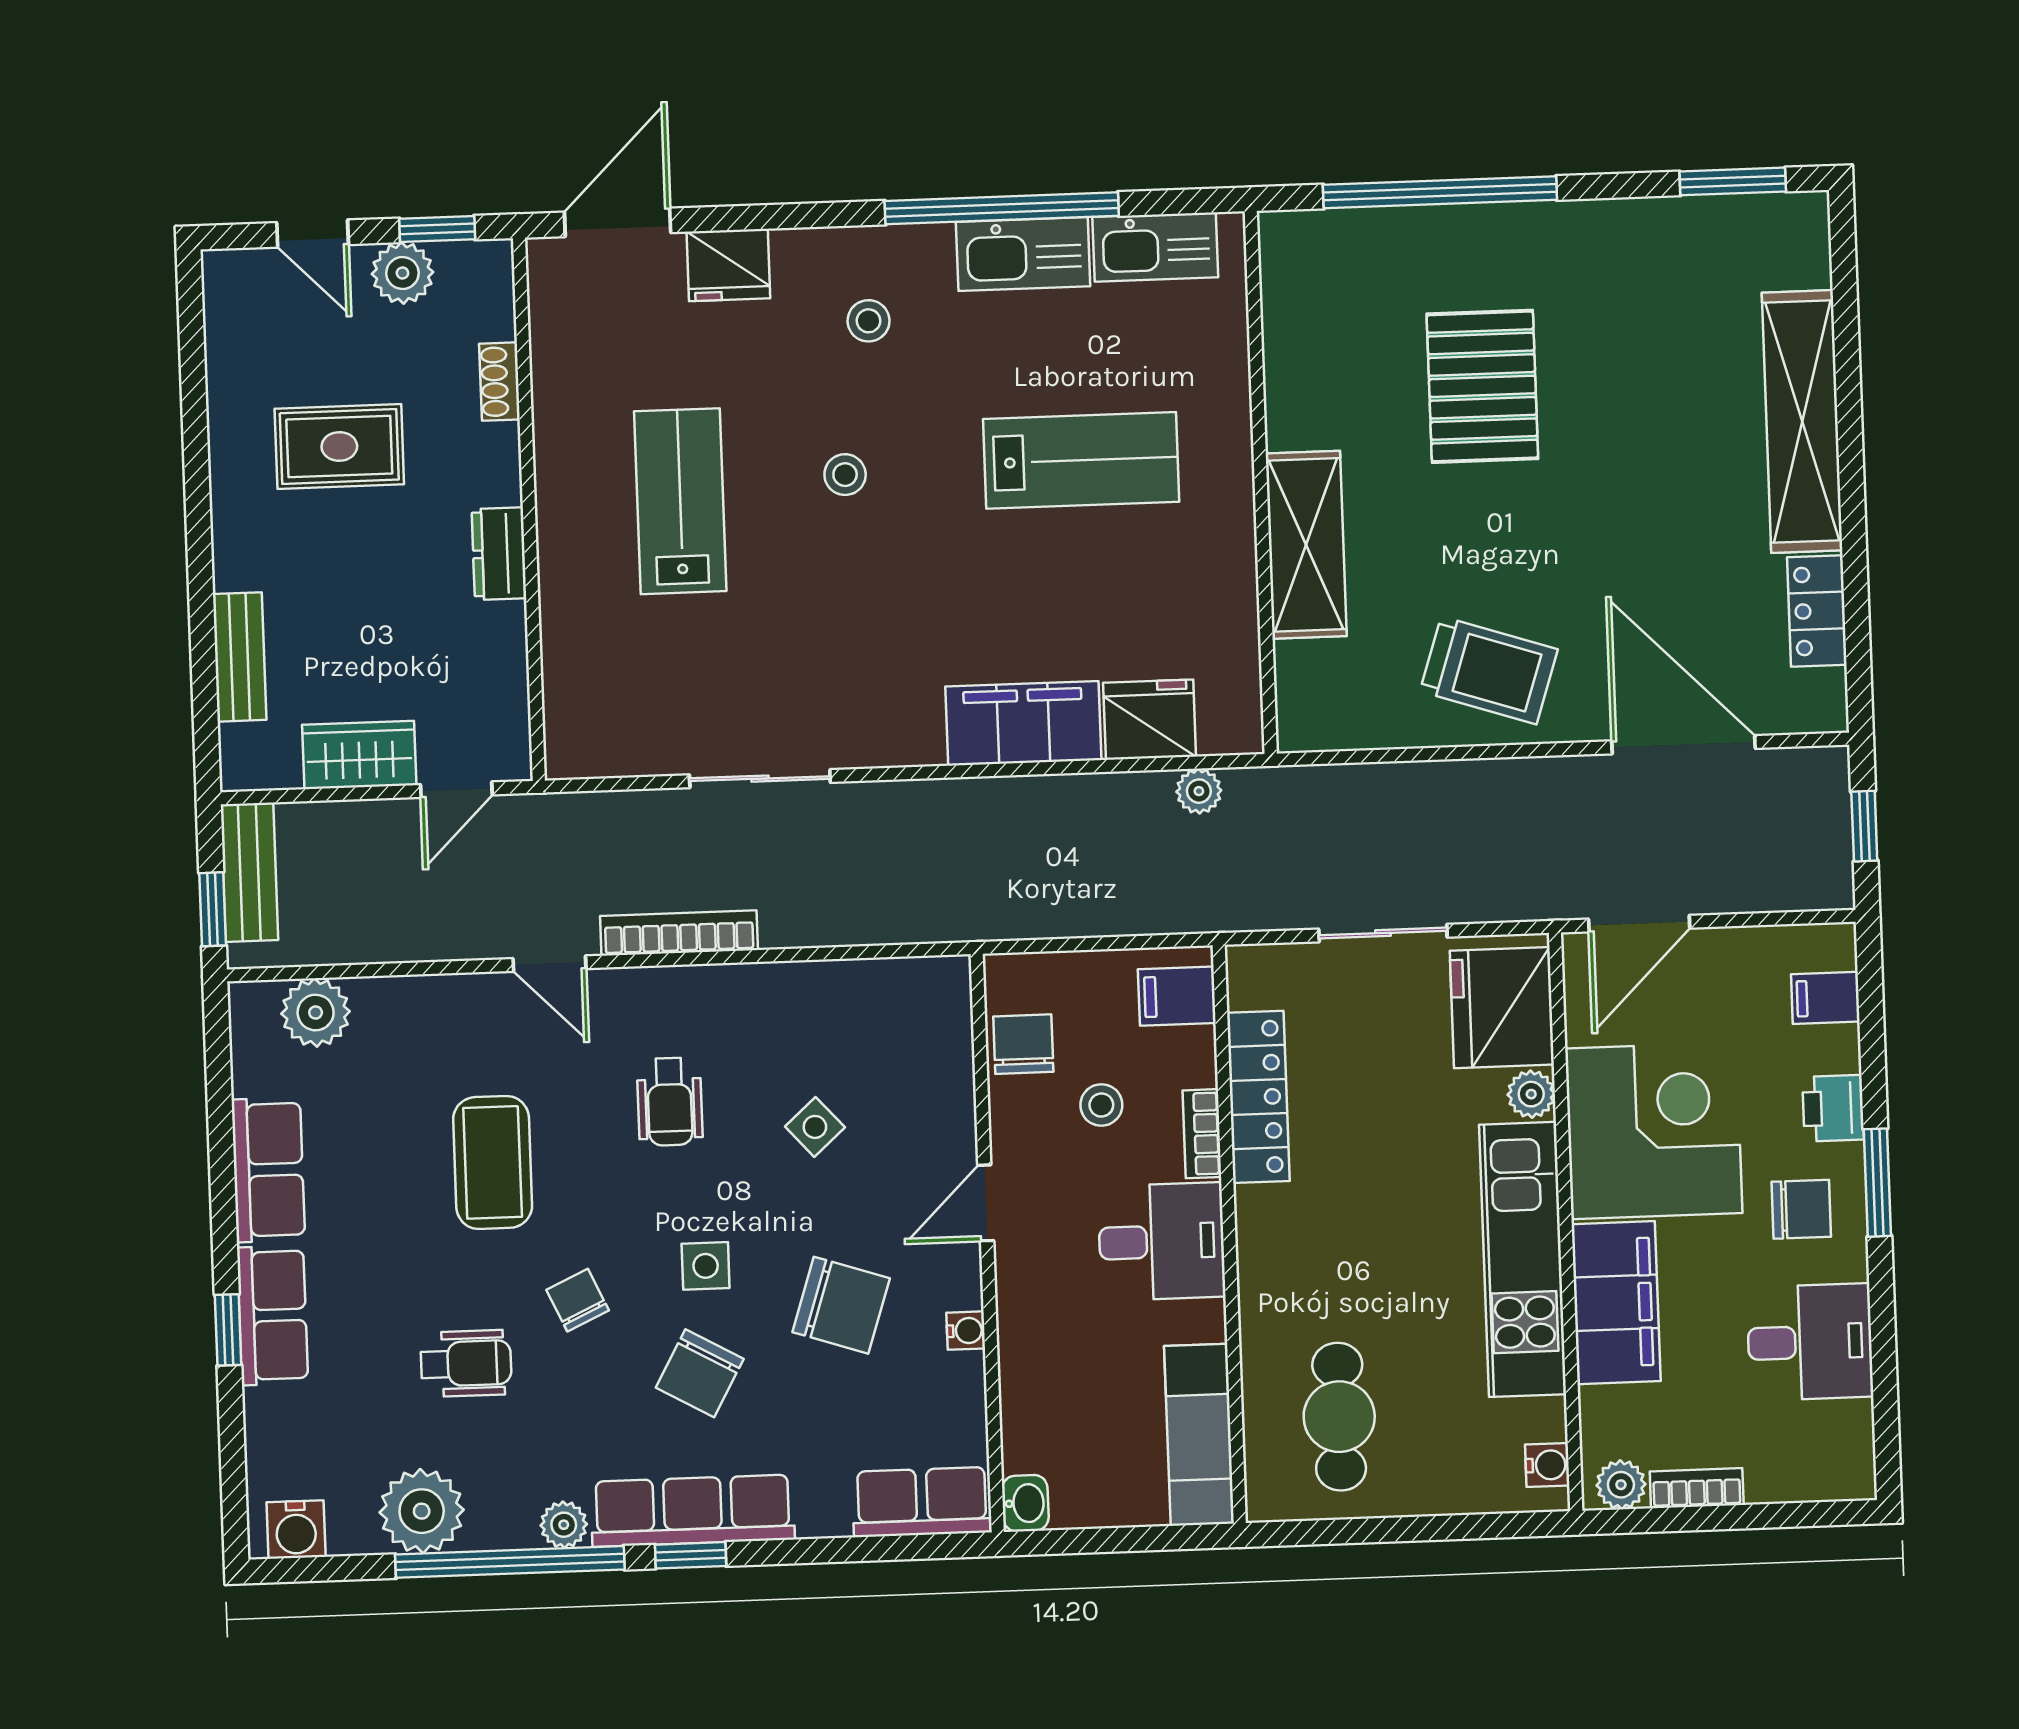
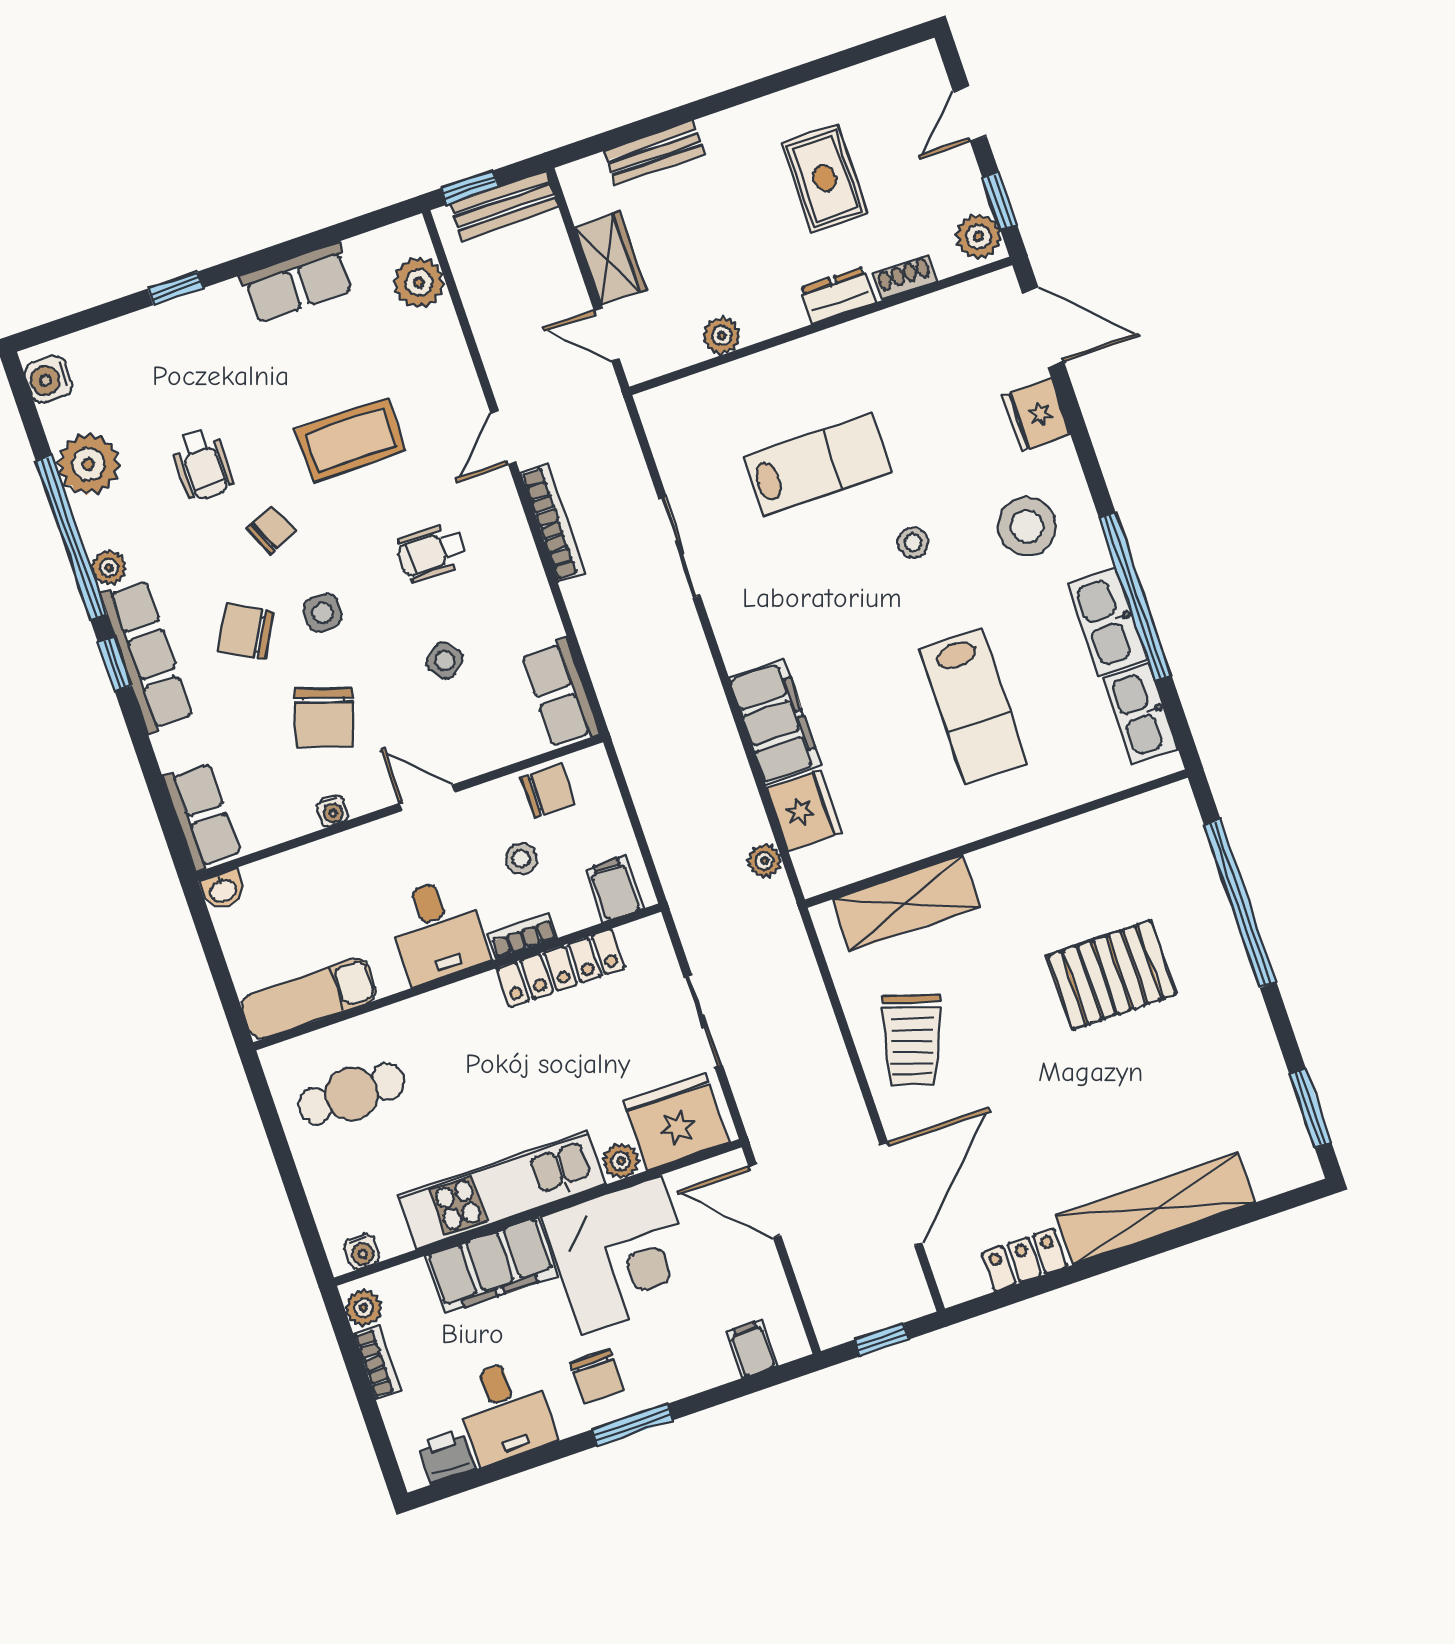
plant: (402, 273) -> (978, 237), moved
stool: (869, 321) -> (1027, 526), width x1.89, depth x1.89
lab bench: (680, 501) -> (817, 464), moved
shelving: (1306, 545) -> (906, 903), moved
dresser: (499, 554) -> (838, 295), moved
plant: (503, 641) -> (722, 336), added
printer: (1833, 1108) -> (447, 1456), moved
row of seats: (272, 1315) -> (561, 693), moved, turned 90

